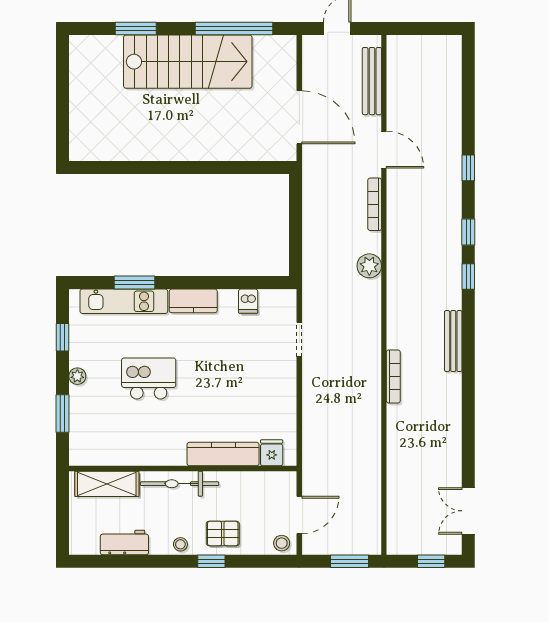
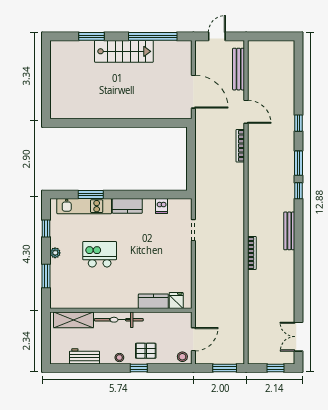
stairs: (188, 62) -> (124, 51), width x0.73, depth x0.66
window: (468, 232) -> (299, 163), width x1.50
plant: (369, 266) -> (237, 184), removed
kitchen counter: (223, 454) -> (153, 301), width x0.67

